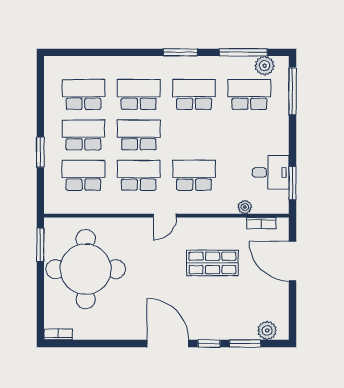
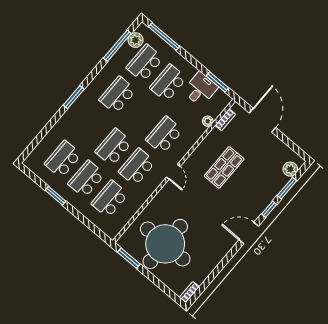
window: (180, 52) -> (74, 97), moved
school desk: (139, 94) -> (168, 83), moved
window: (40, 152) -> (55, 196), moved
door: (292, 261) -> (262, 120), swing flipped
door: (168, 343) -> (249, 233), width x0.73

